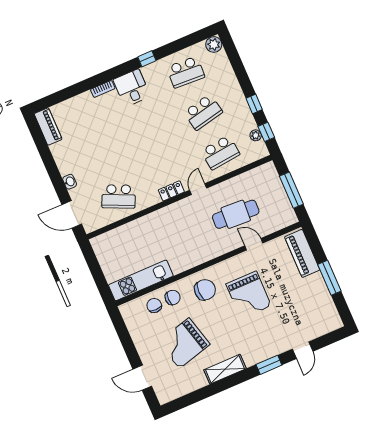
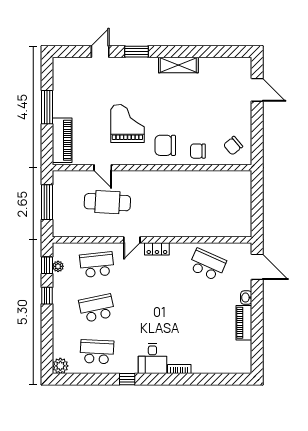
piano: (48, 126) -> (244, 323), moved
kitchen unit: (141, 280) -> (220, 179), removed
chair: (154, 305) -> (233, 146), moved, turned 50
grand piano: (184, 343) -> (205, 105), removed

